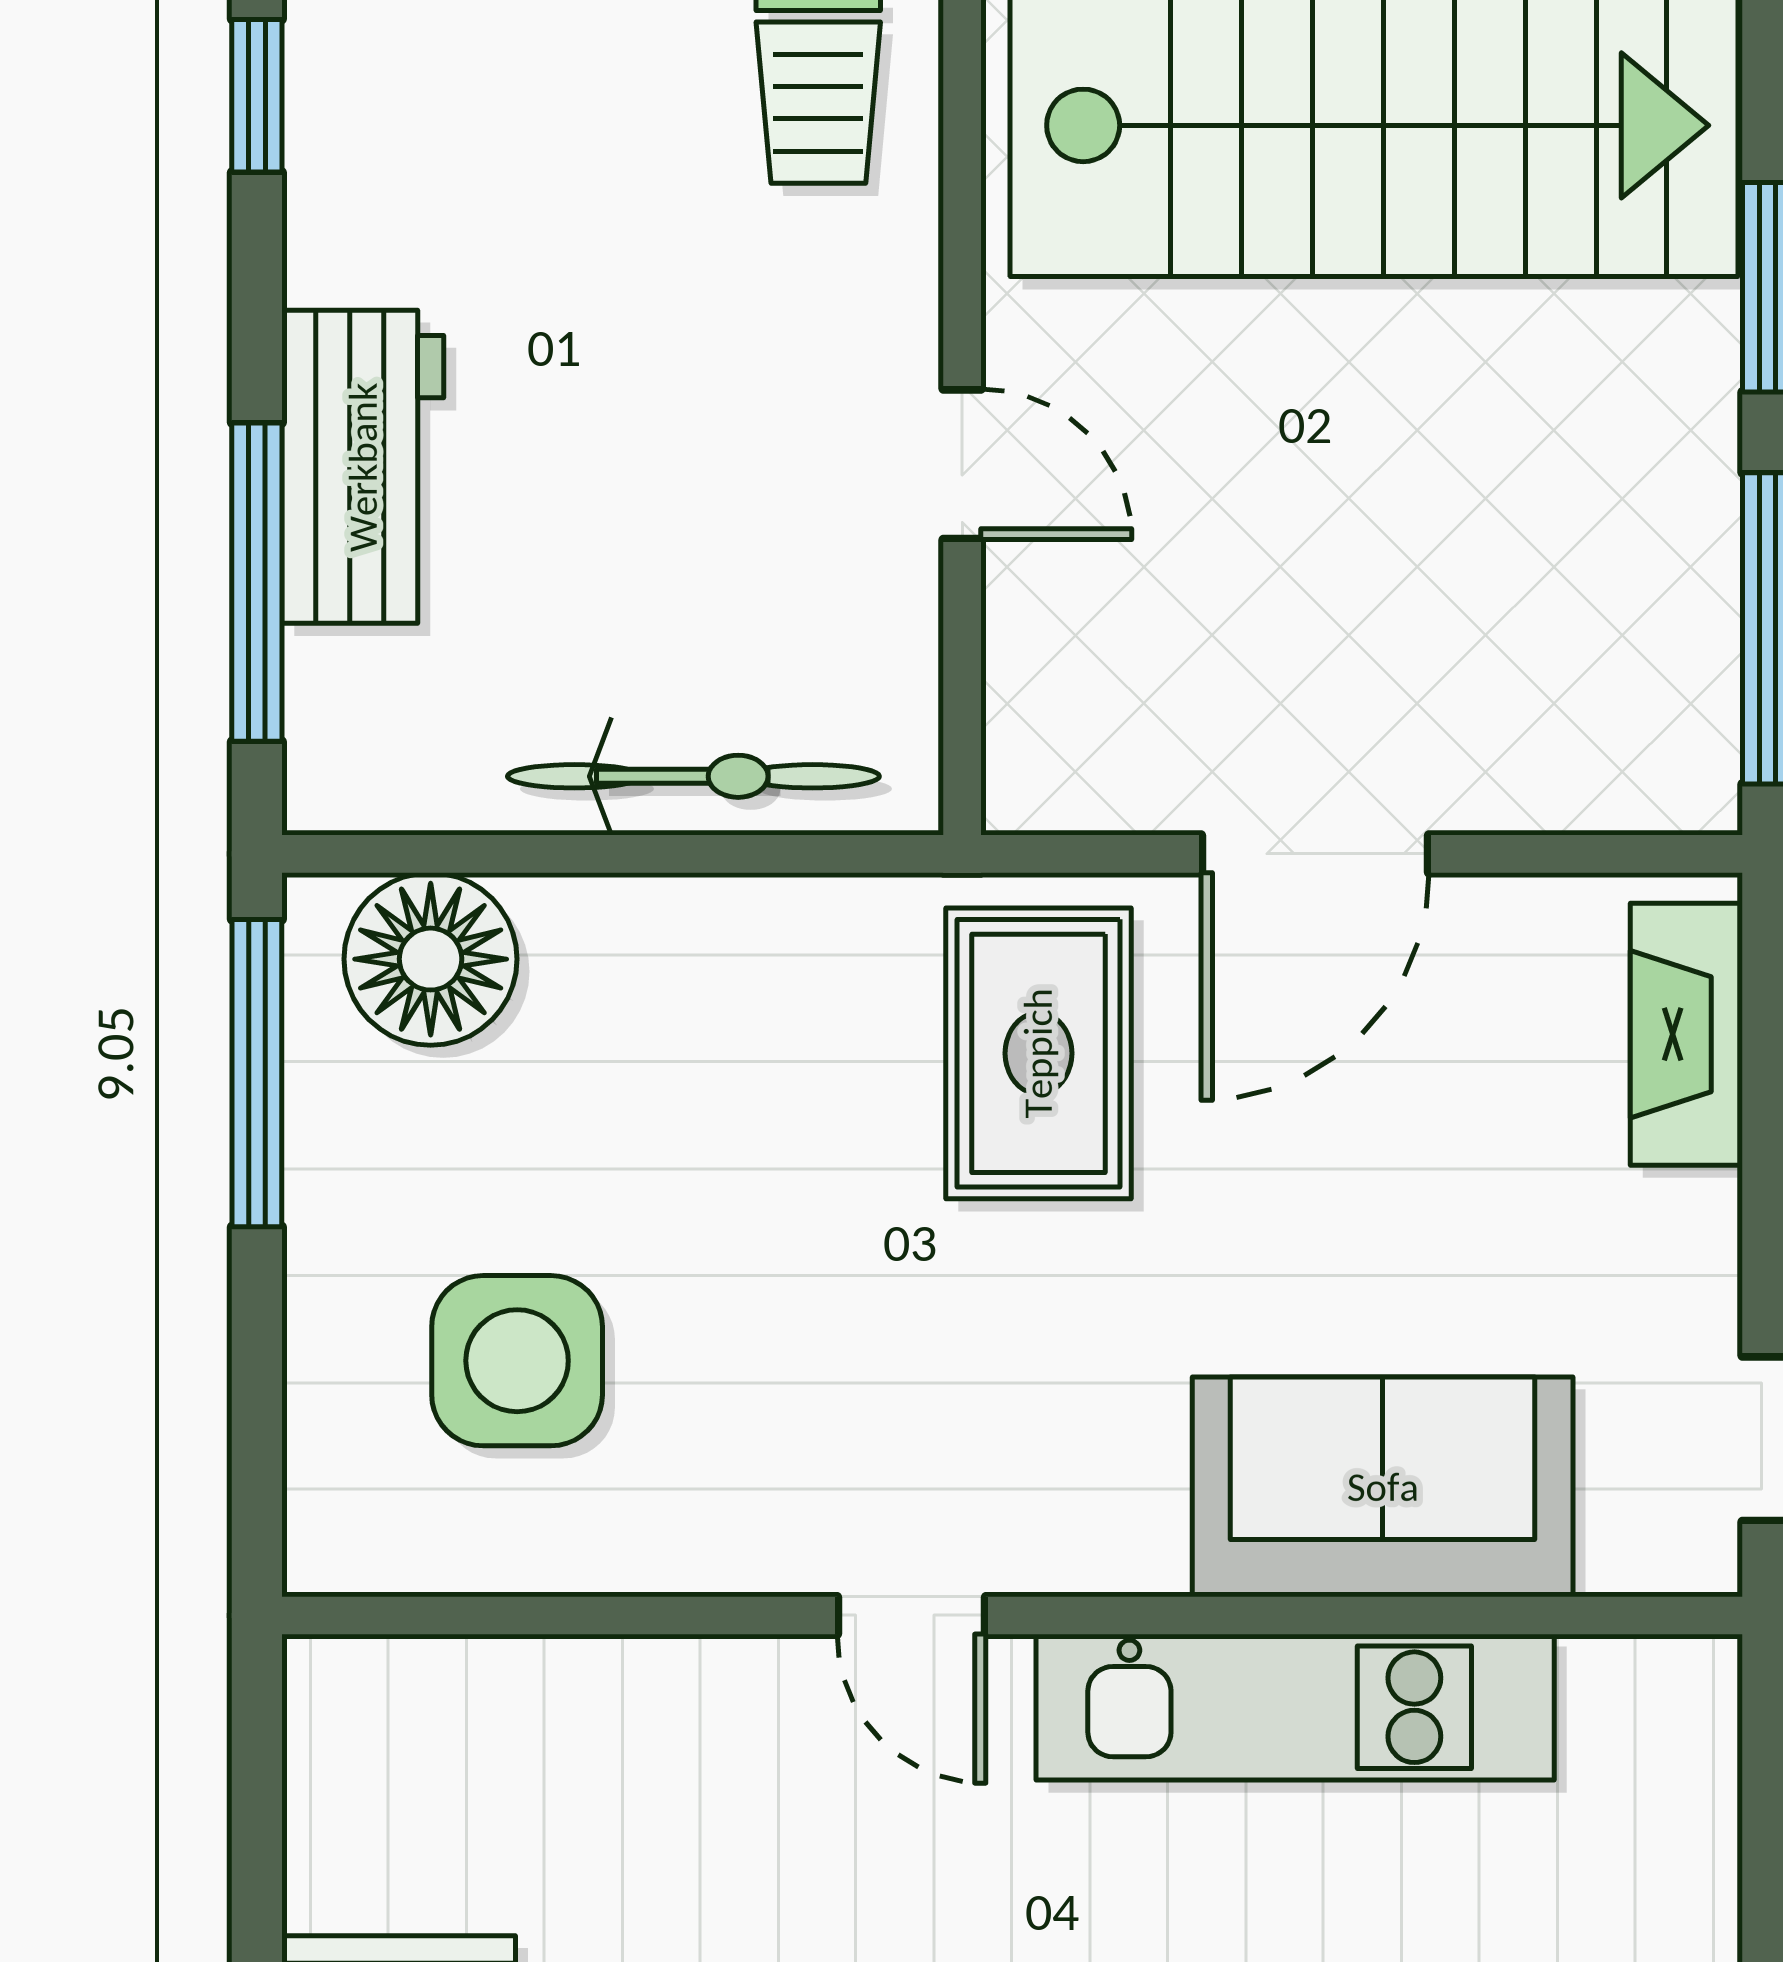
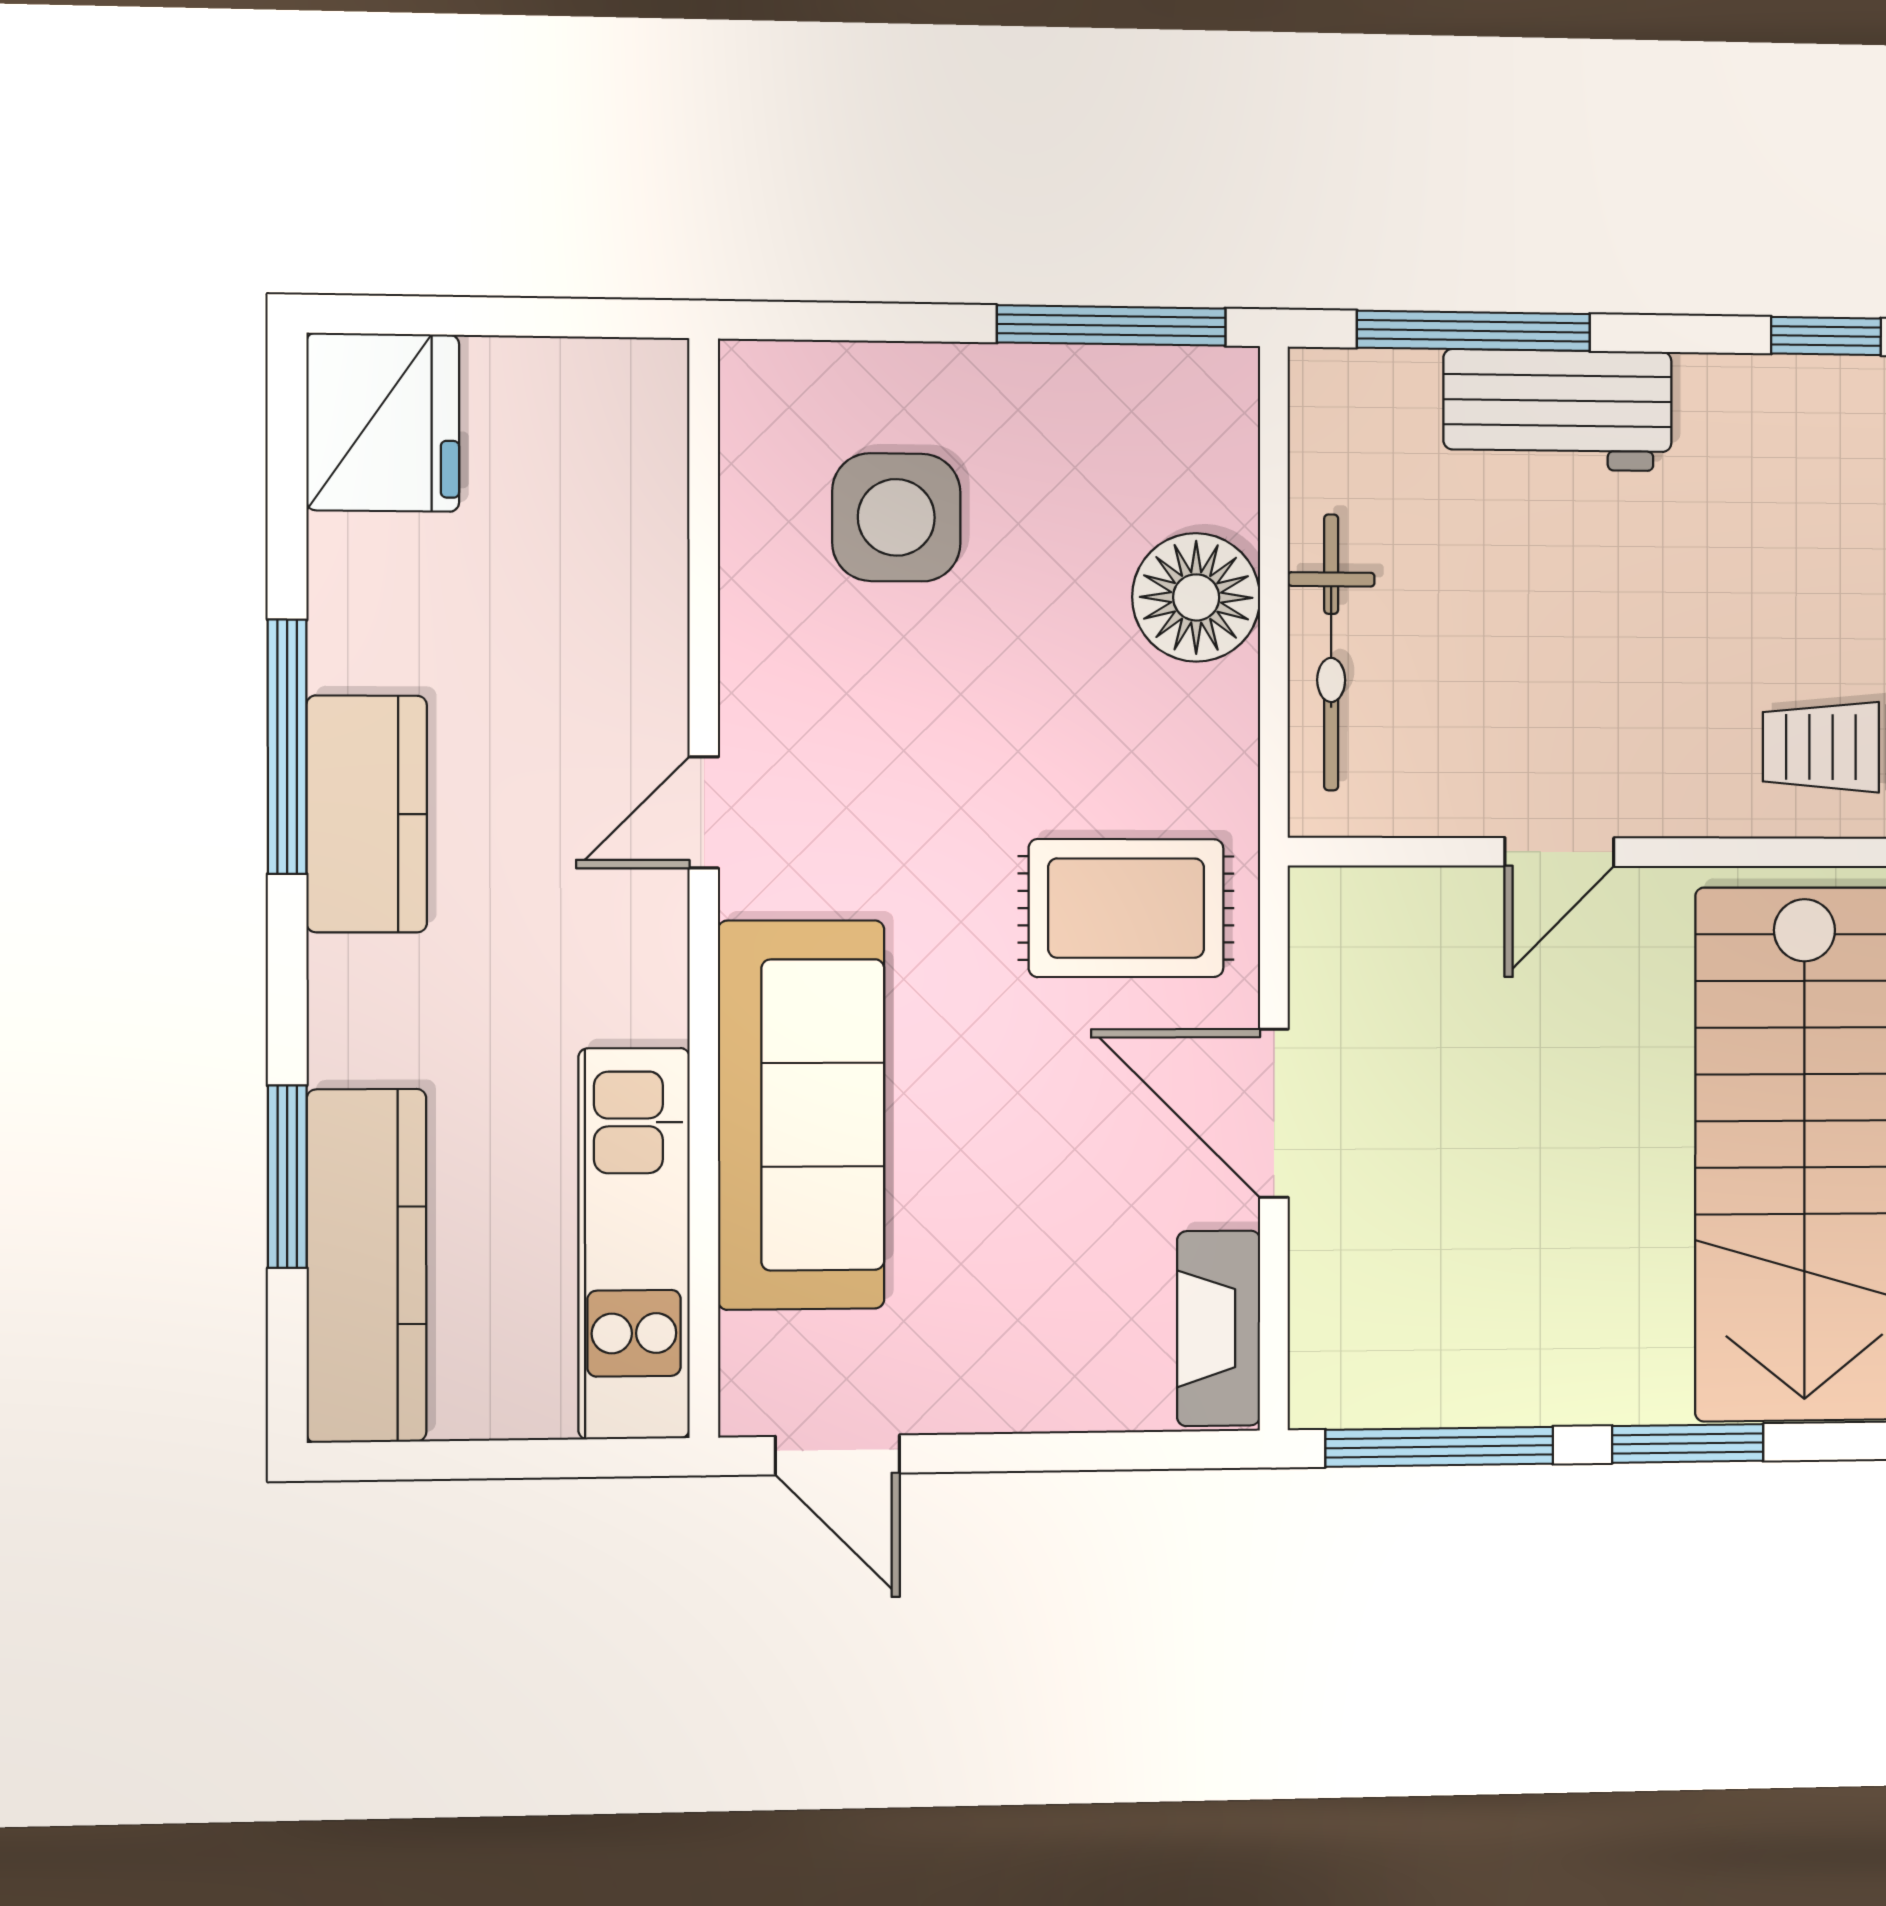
floor lamp: (431, 959) -> (1196, 597), moved
fireplace: (1686, 1034) -> (1219, 1328), moved, turned -90
sofa: (1383, 1487) -> (801, 1115), width x1.36
kitchen unit: (1295, 1707) -> (634, 1243), moved

